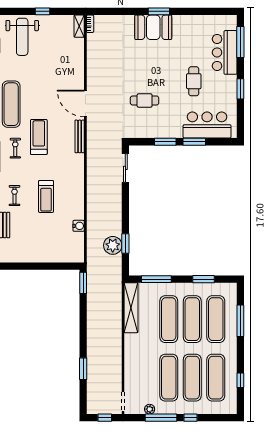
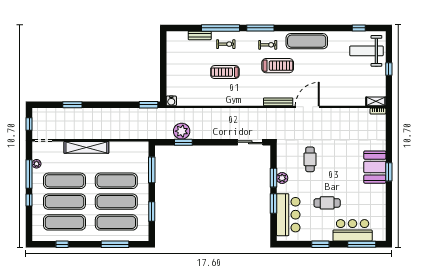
plant: (166, 132) -> (282, 178), added
water cooler: (79, 226) -> (171, 101), moved
shelving: (131, 308) -> (86, 147), moved

